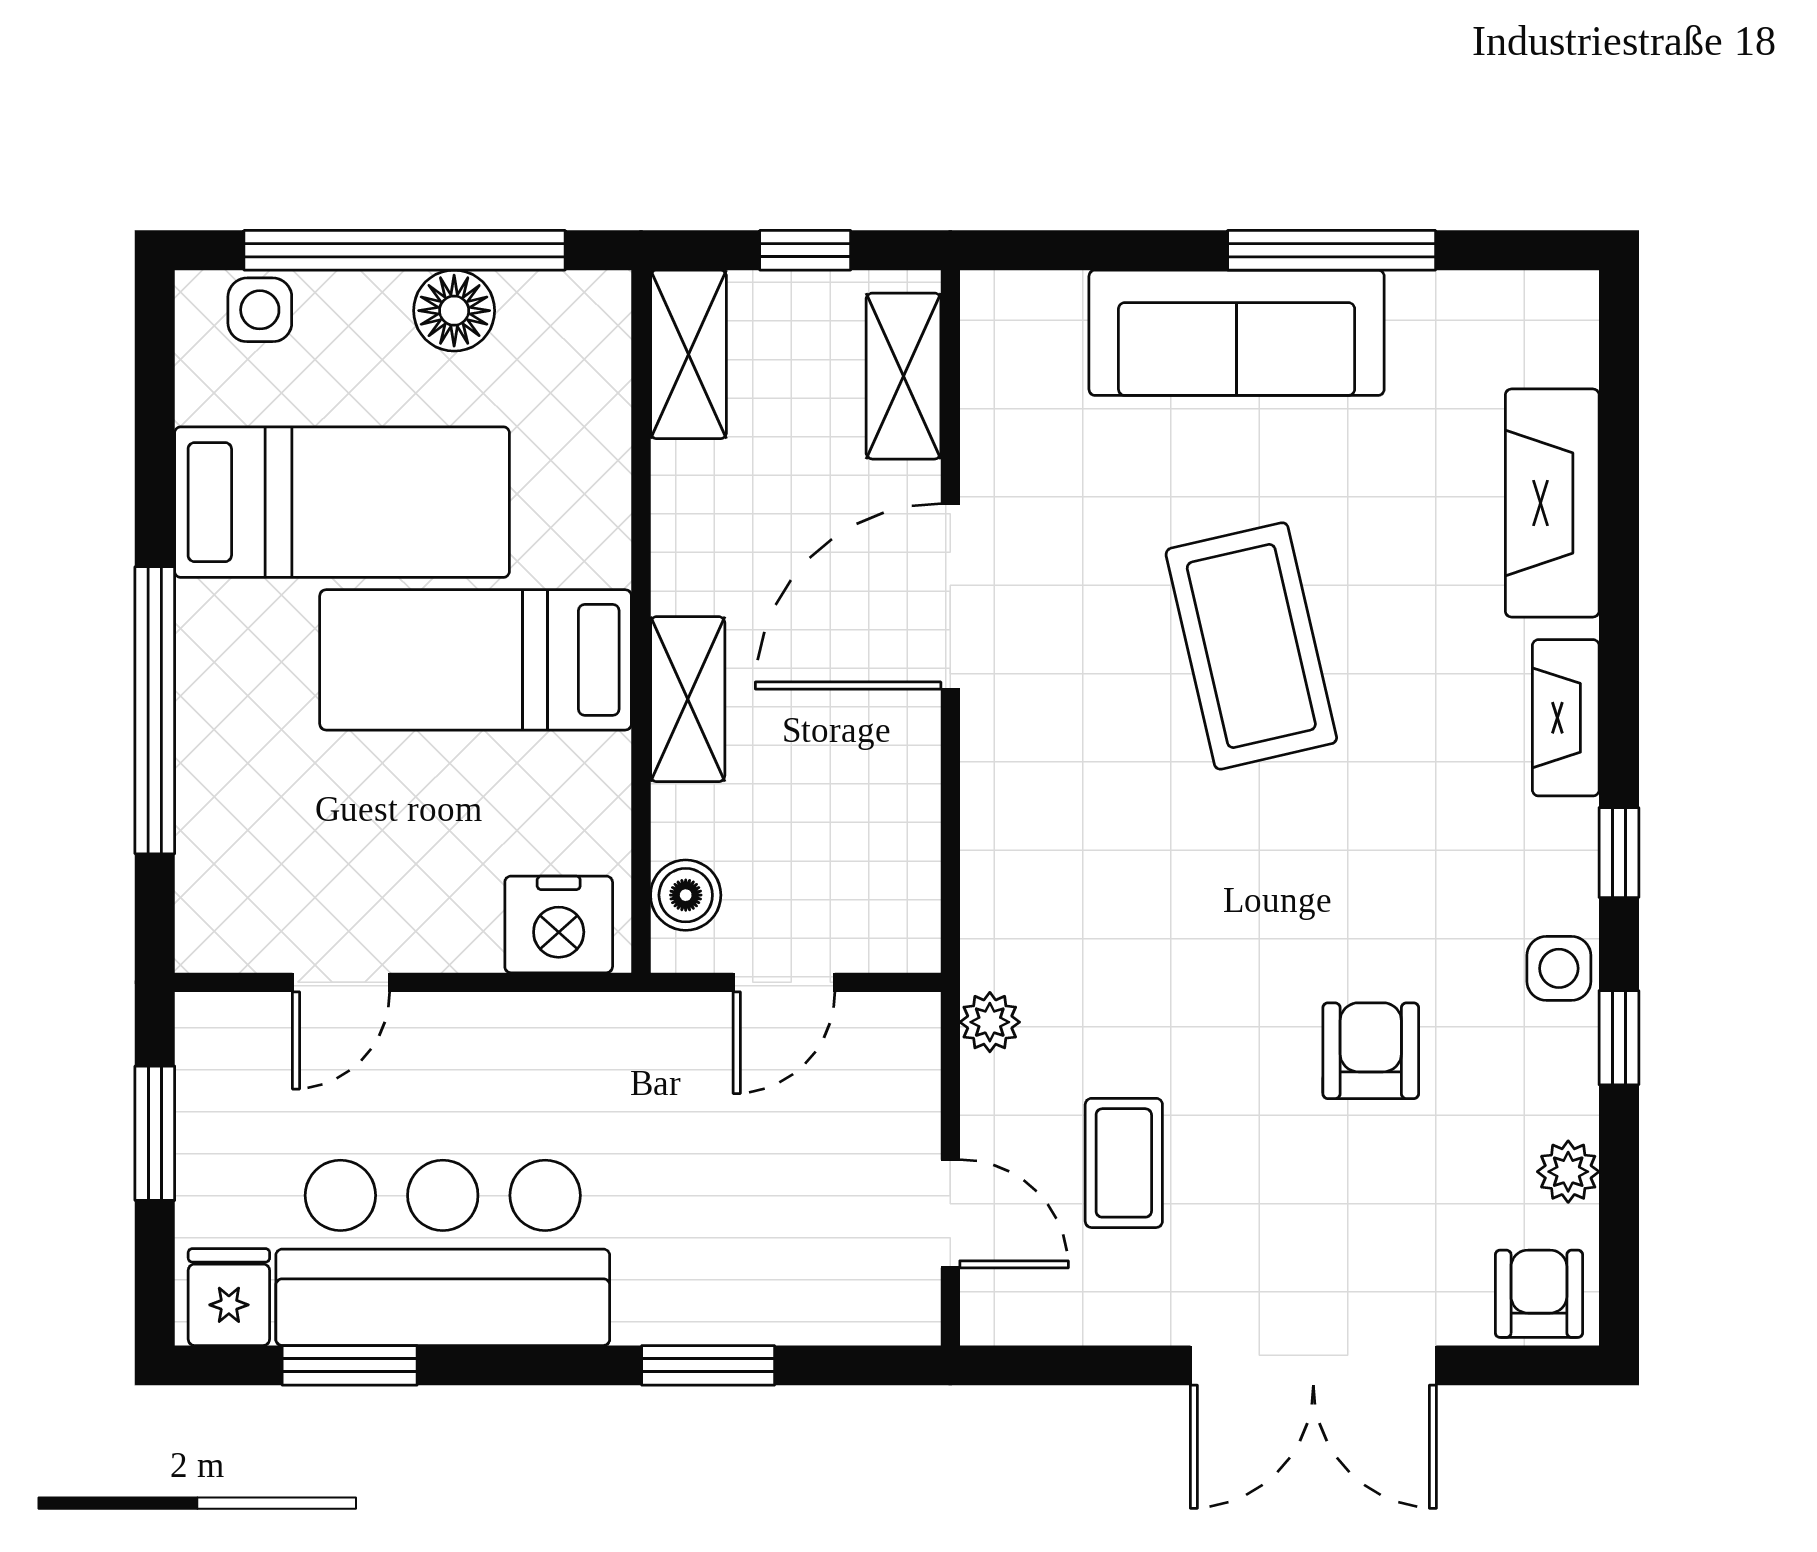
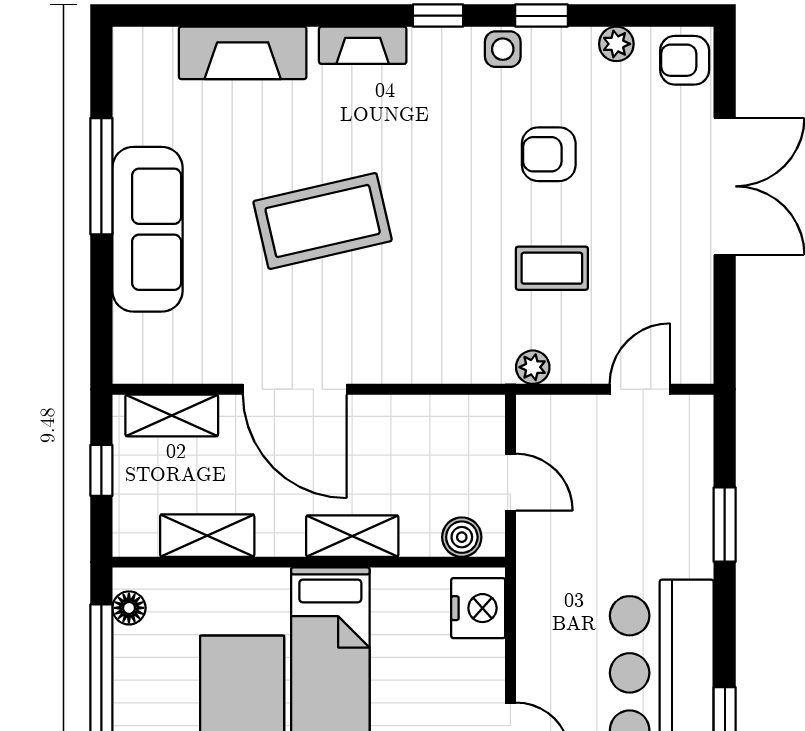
floor lamp: (454, 311) -> (129, 608), moved, width x0.73, depth x0.73
shelving: (688, 354) -> (207, 536), moved
coffee table: (1124, 1163) -> (552, 268), moved

